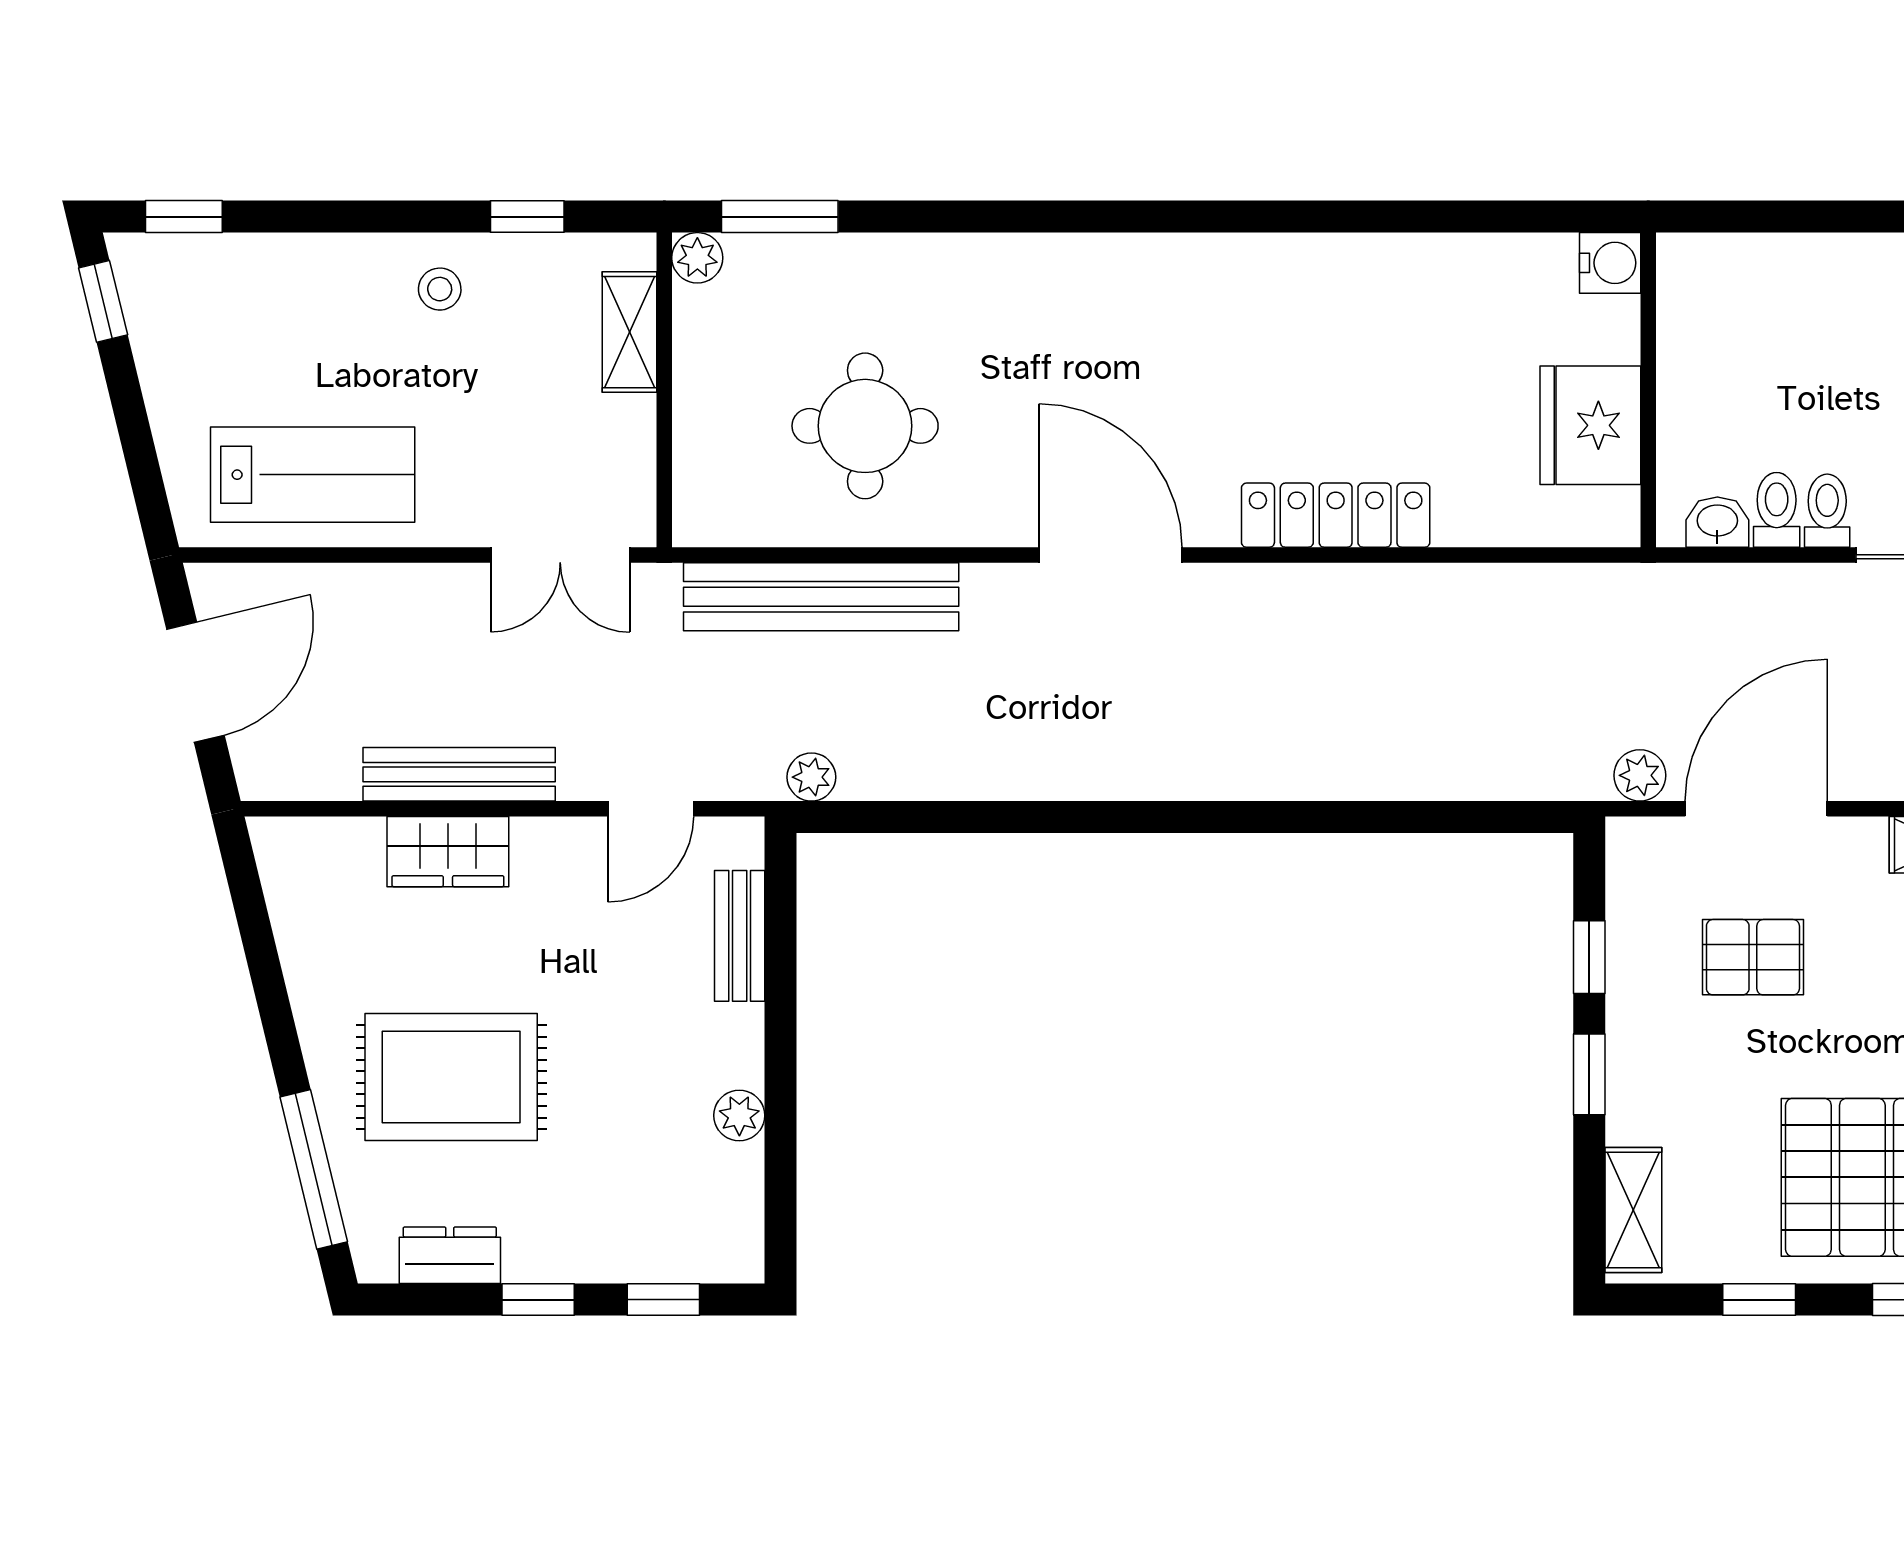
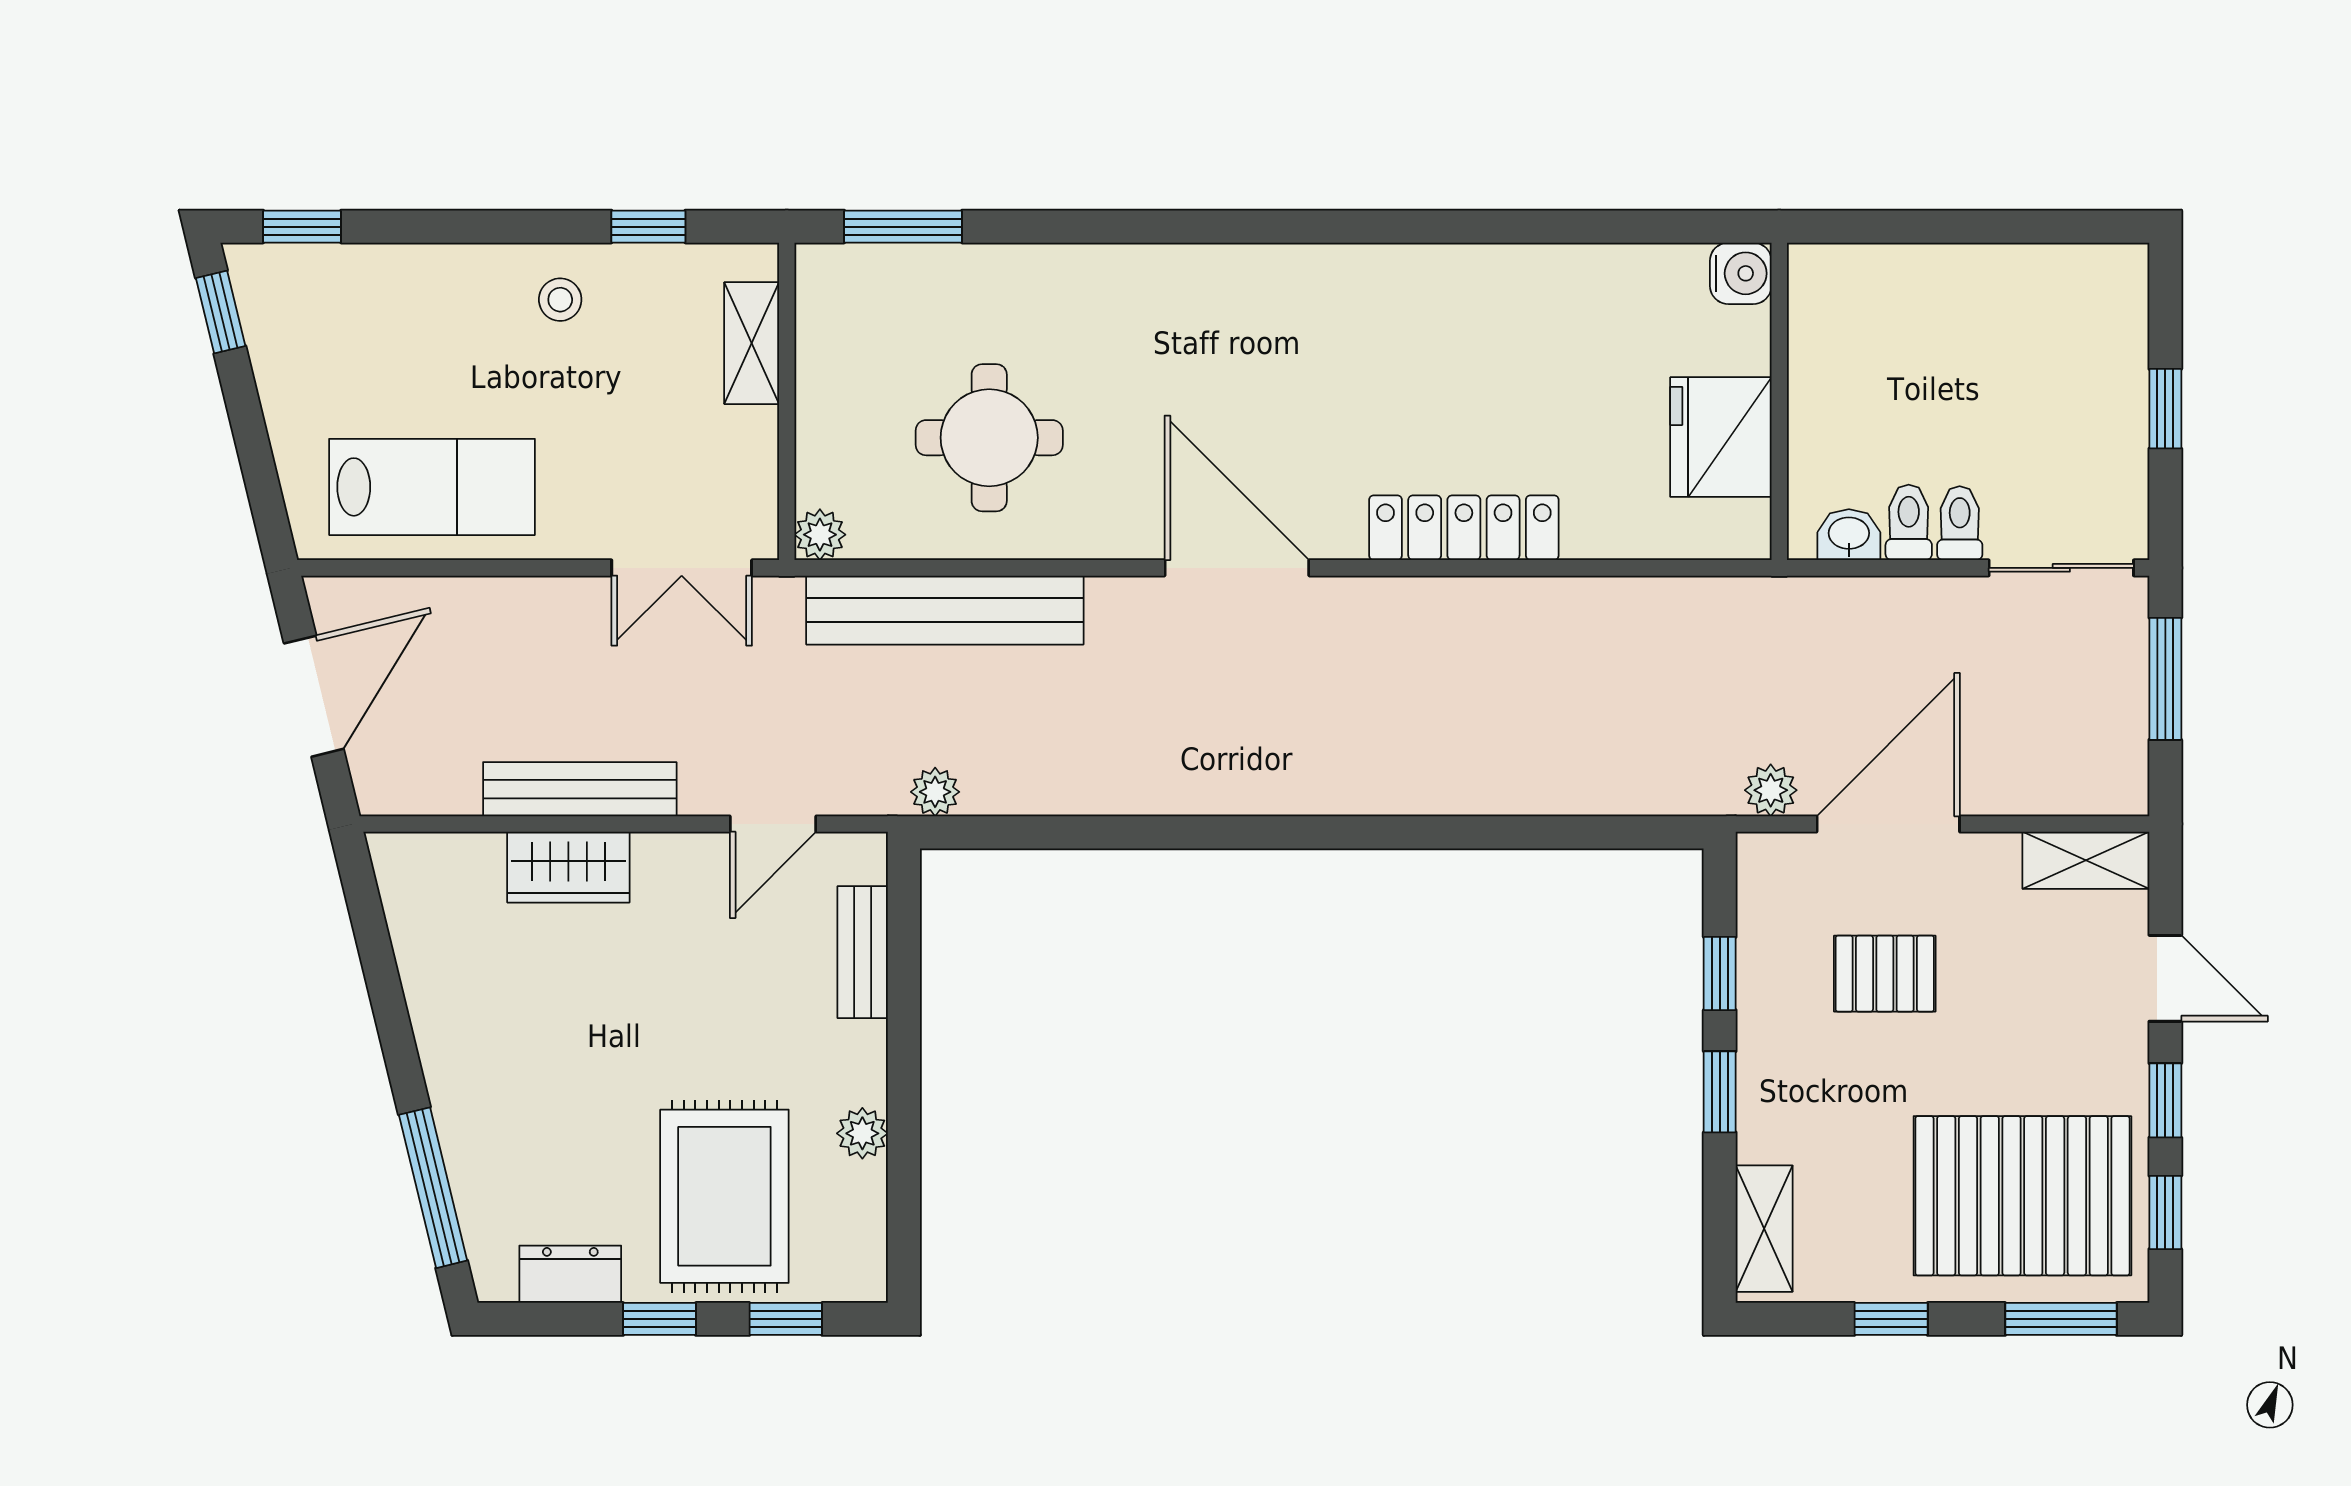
plant: (697, 258) -> (820, 535), moved
rug: (451, 1077) -> (724, 1196), moved, turned 90

